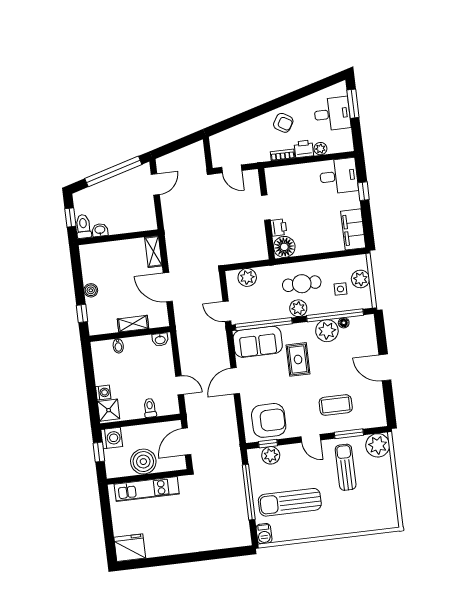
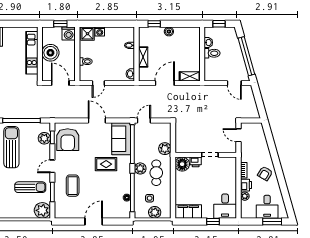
door: (232, 169) -> (238, 135), hinge flipped
toilet: (83, 226) -> (212, 53), moved
plant: (247, 277) -> (165, 149), moved
plant: (327, 331) -> (123, 186), removed

